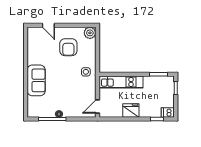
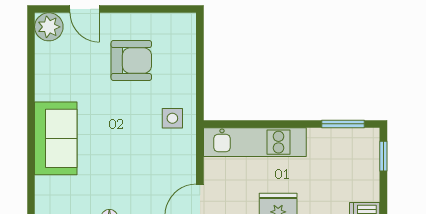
plant: (90, 33) -> (49, 27), moved
armchair: (68, 47) -> (131, 61), turned -90

